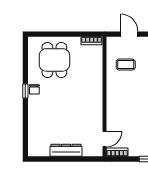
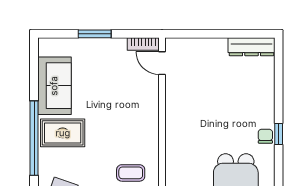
door: (105, 139) -> (162, 63), hinge flipped
dresser: (66, 150) -> (252, 47), moved

